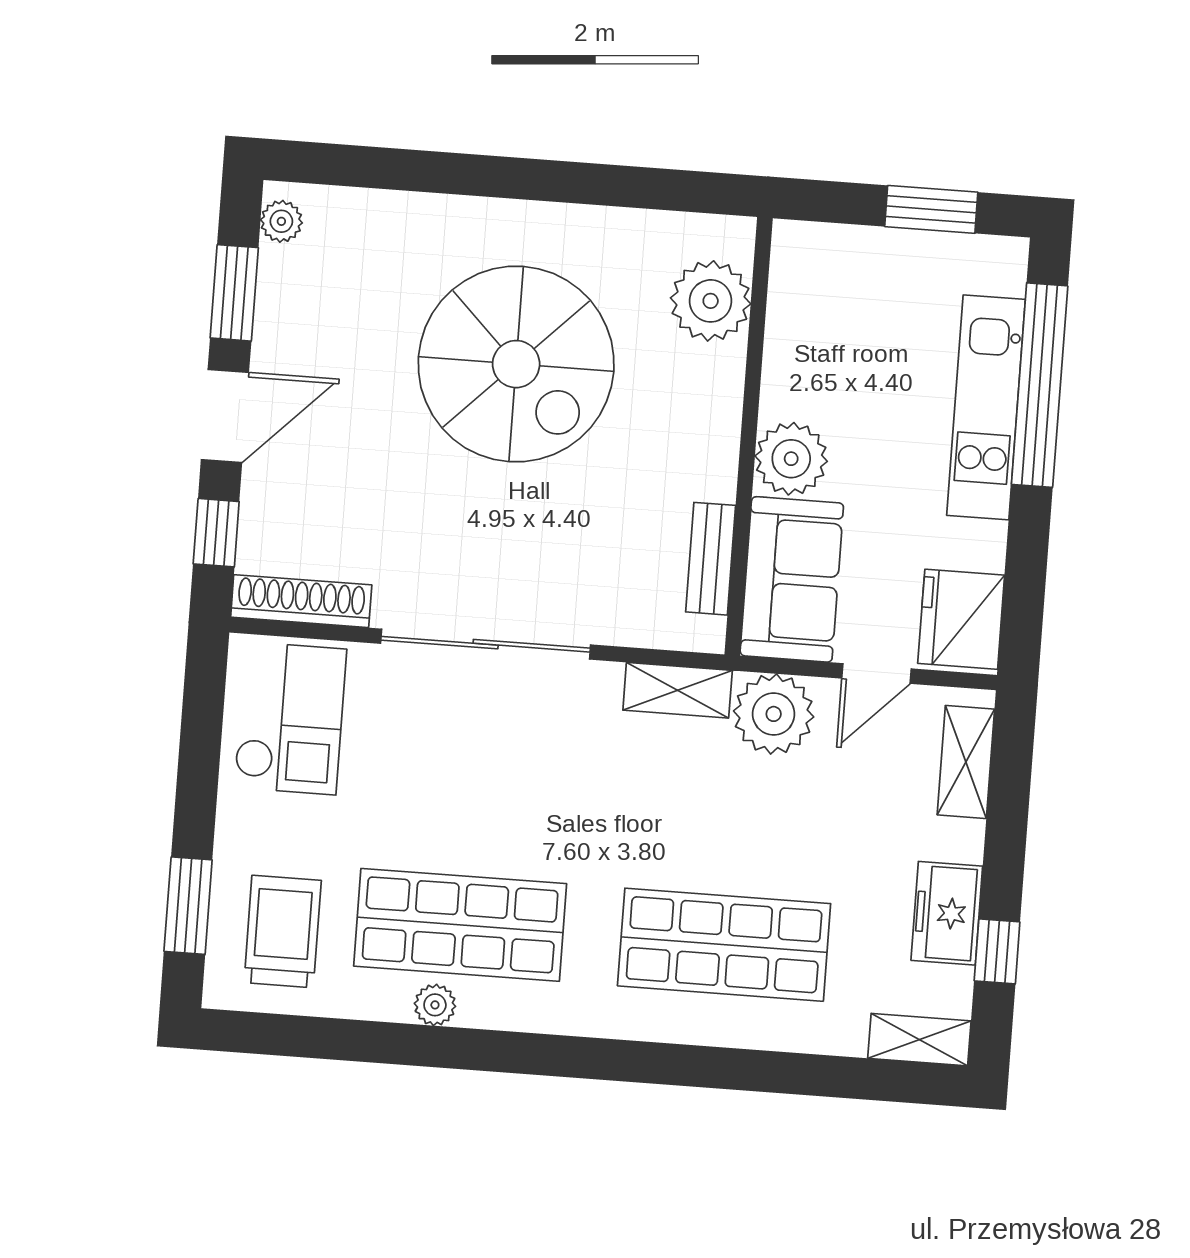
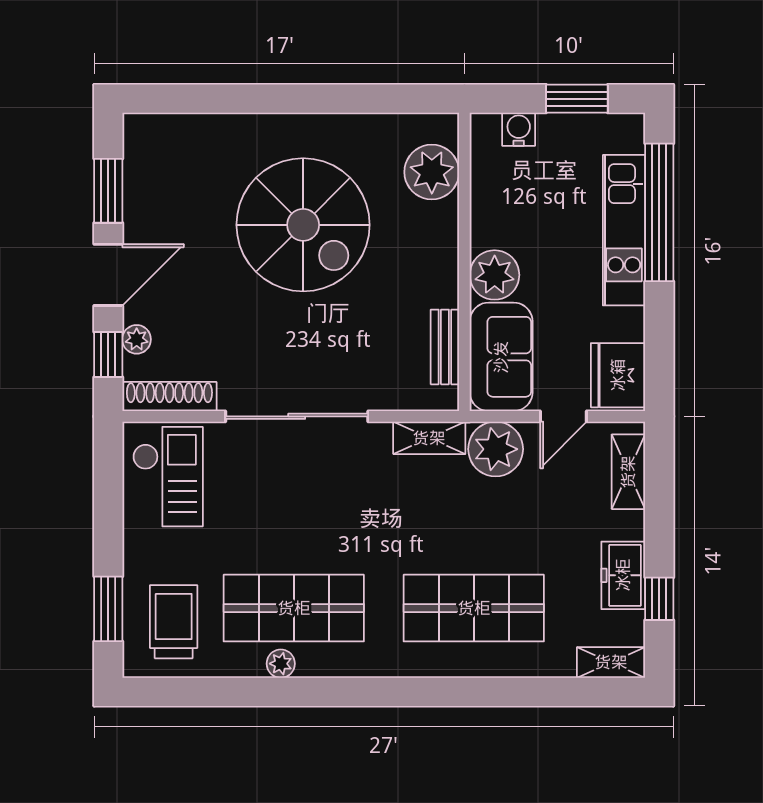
plant: (281, 221) -> (137, 339), moved
water cooler: (843, 248) -> (519, 129), added

